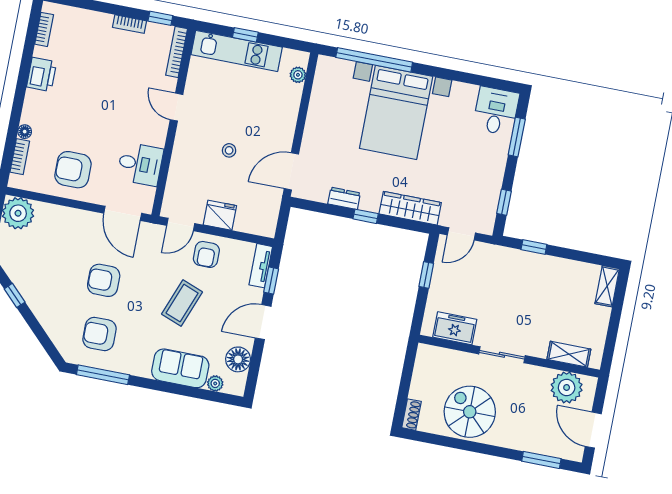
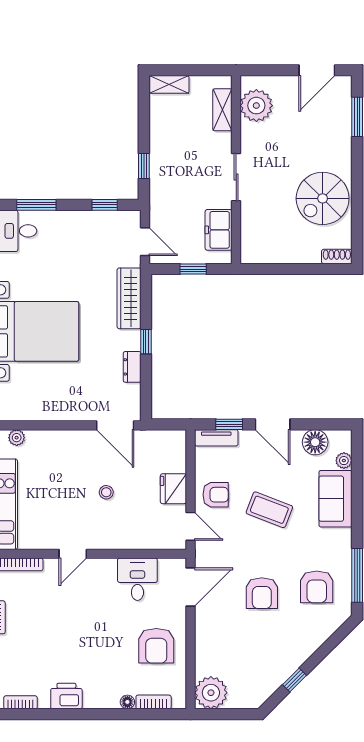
freezer: (455, 328) -> (219, 230), moved
shelving: (569, 354) -> (222, 110), moved
sliding door: (502, 355) -> (236, 177), moved
wall: (509, 356) -> (236, 170), moved
plant: (567, 387) -> (256, 106), moved

